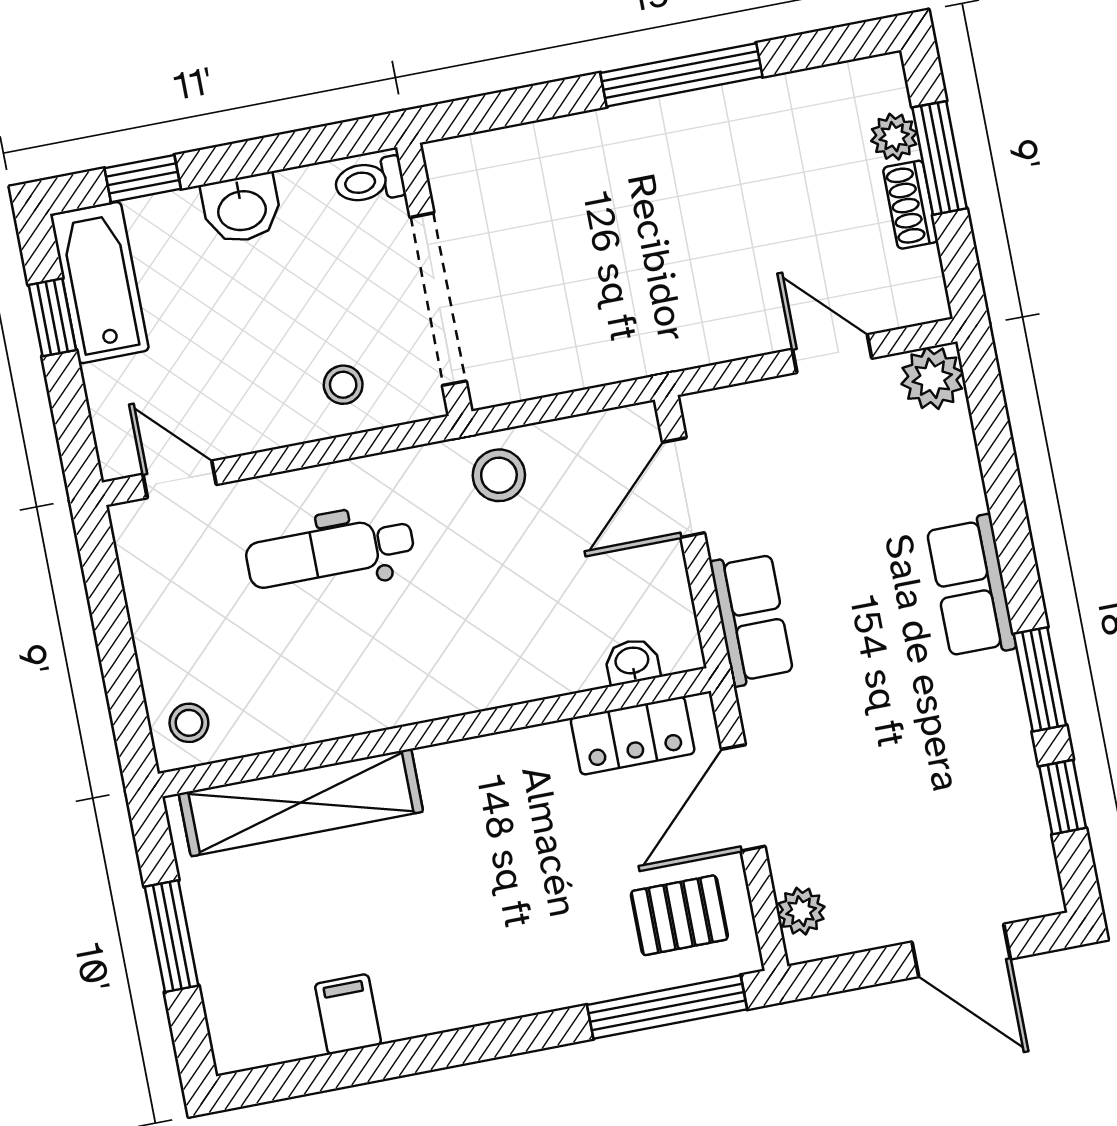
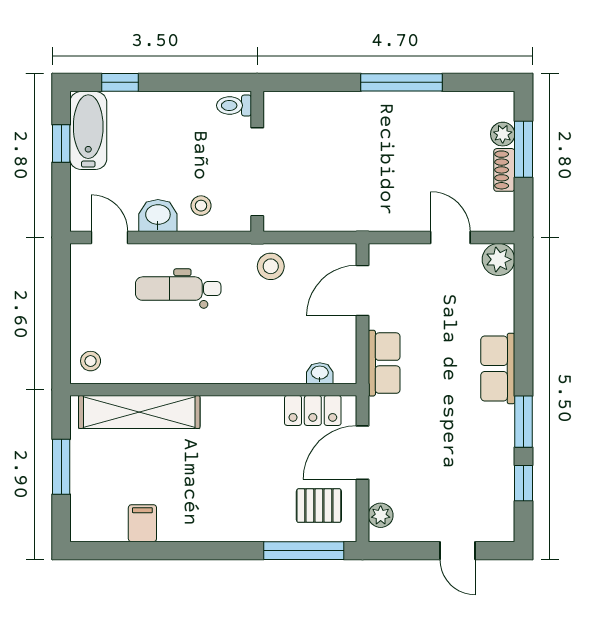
washbasin: (242, 209) -> (158, 215), moved, turned 180
door: (961, 950) -> (457, 551), width x0.73

